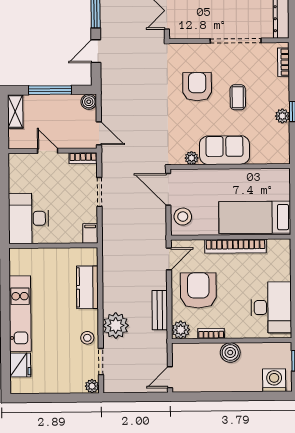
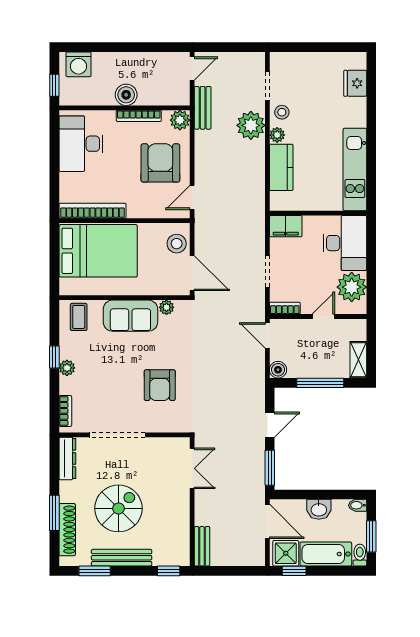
coffee table: (238, 97) -> (79, 317), moved
plant: (282, 116) -> (67, 368), moved
door: (48, 151) -> (323, 317), swing flipped
plant: (22, 178) -> (352, 287), added
bed: (255, 217) -> (98, 251), width x1.50
filing cabinet: (90, 233) -> (286, 226), width x2.00
bookcase: (235, 246) -> (93, 211), moved
armchair: (198, 290) -> (160, 163), turned 180
bench: (160, 310) -> (203, 108), moved
kitchen unit: (20, 314) -> (355, 170), moved
bookcase: (211, 333) -> (139, 116), width x1.56
plant: (92, 386) -> (277, 135), moved

